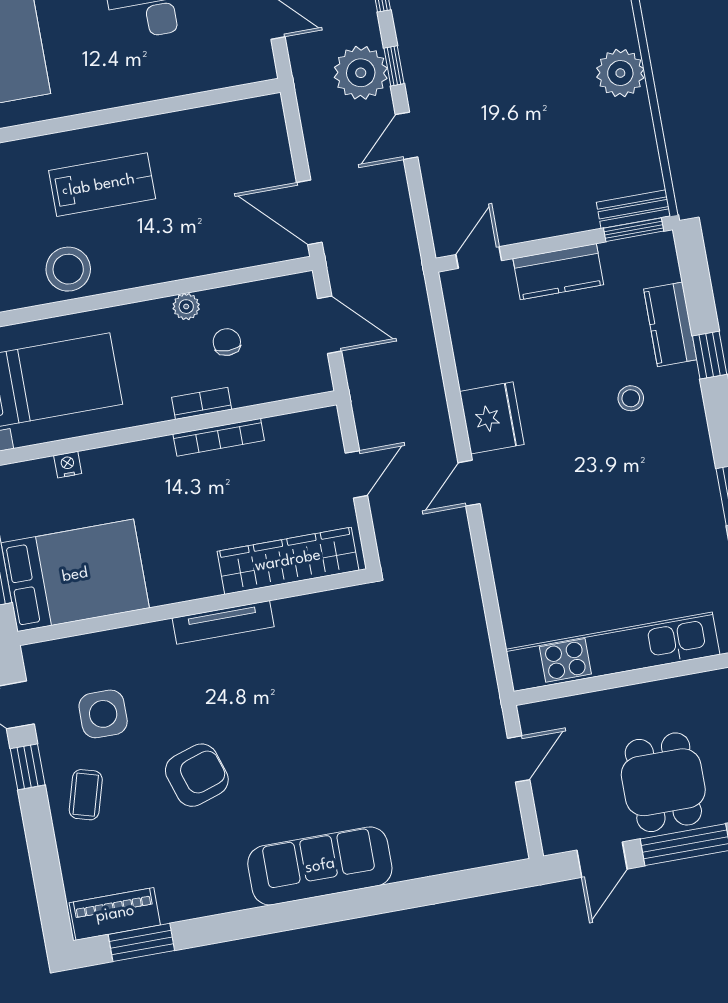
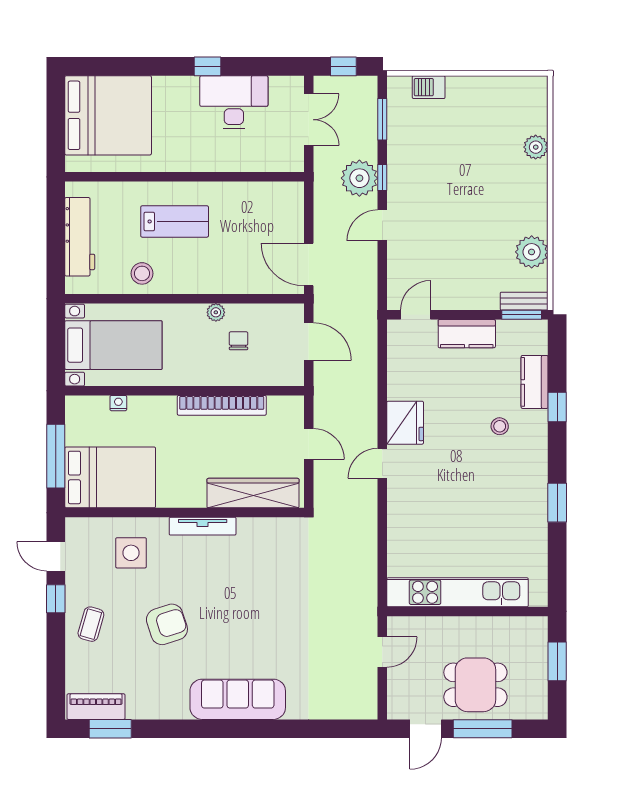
plant: (620, 73) -> (532, 252), moved
stool: (68, 269) -> (142, 273), width x0.73, depth x0.73
bookcase: (202, 403) -> (215, 378), removed
bookcase: (219, 437) -> (222, 405), width x1.48, depth x1.31
door: (356, 474) -> (309, 444), hinge flipped
side table: (103, 714) -> (131, 553), moved
dining table: (663, 782) -> (475, 685), turned 90

